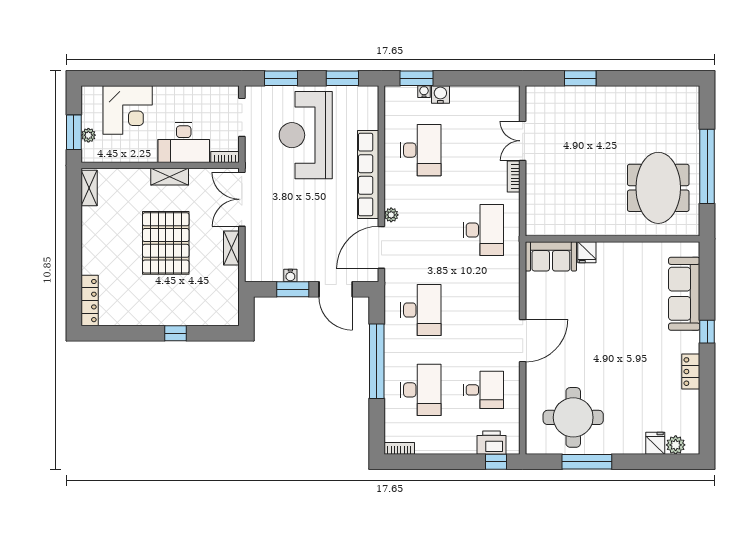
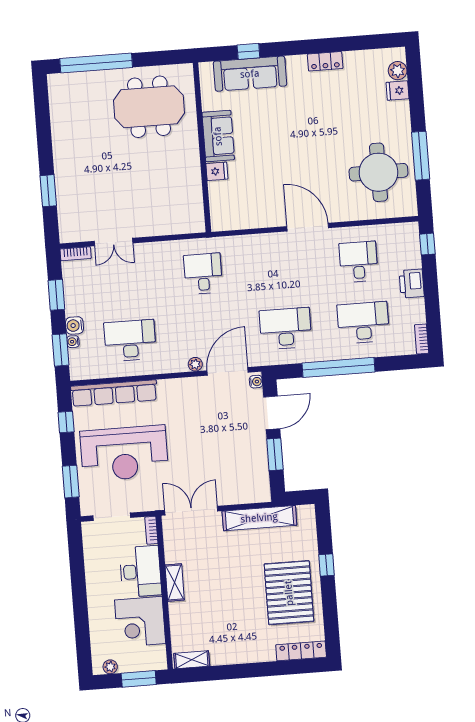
window: (342, 78) -> (66, 422), width x0.67
window: (473, 78) -> (56, 295), added
corner desk: (128, 110) -> (140, 622), moved, turned 180
plant: (88, 135) -> (110, 667), moved
window: (707, 166) -> (96, 63), moved
row of seats: (368, 175) -> (114, 393), moved
bookcase: (514, 176) -> (76, 254), moved
double door: (242, 199) -> (191, 511), swing flipped
desk: (483, 230) -> (203, 274), width x0.73
pallet: (166, 243) -> (289, 593), moved, turned 90
door: (381, 247) -> (228, 371), swing flipped
shelving: (231, 248) -> (259, 518), width x2.20, depth x1.33
sofa: (551, 256) -> (218, 136), moved
water cooler: (290, 276) -> (256, 382), moved
window: (707, 332) -> (248, 51), moved
printer: (492, 443) -> (412, 284), moved

